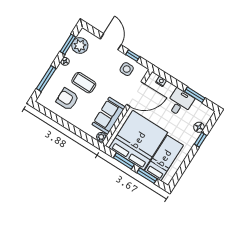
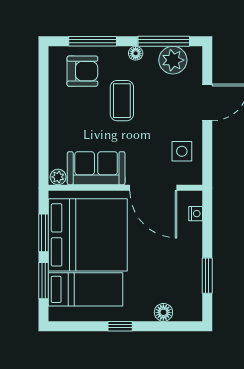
window: (68, 44) -> (164, 41), width x1.44
window: (133, 56) -> (207, 148), removed
armchair: (67, 99) -> (82, 71), moved, turned 90
desk: (180, 103) -> (182, 261), removed
window: (201, 140) -> (120, 326), moved

